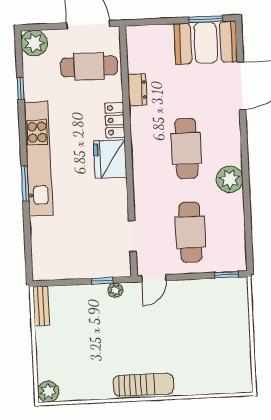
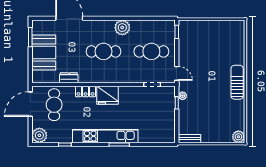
booth: (206, 43) -> (44, 53), moved

